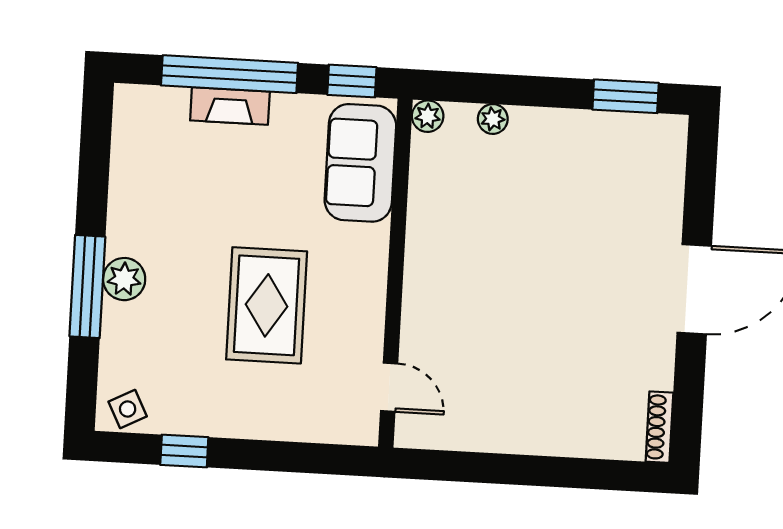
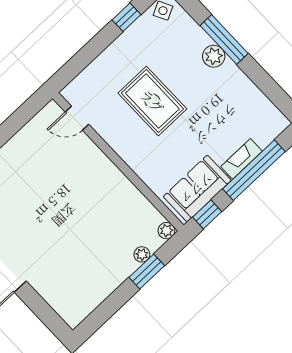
window: (626, 96) -> (147, 272), moved
sofa: (360, 163) -> (197, 189), moved, turned -90

